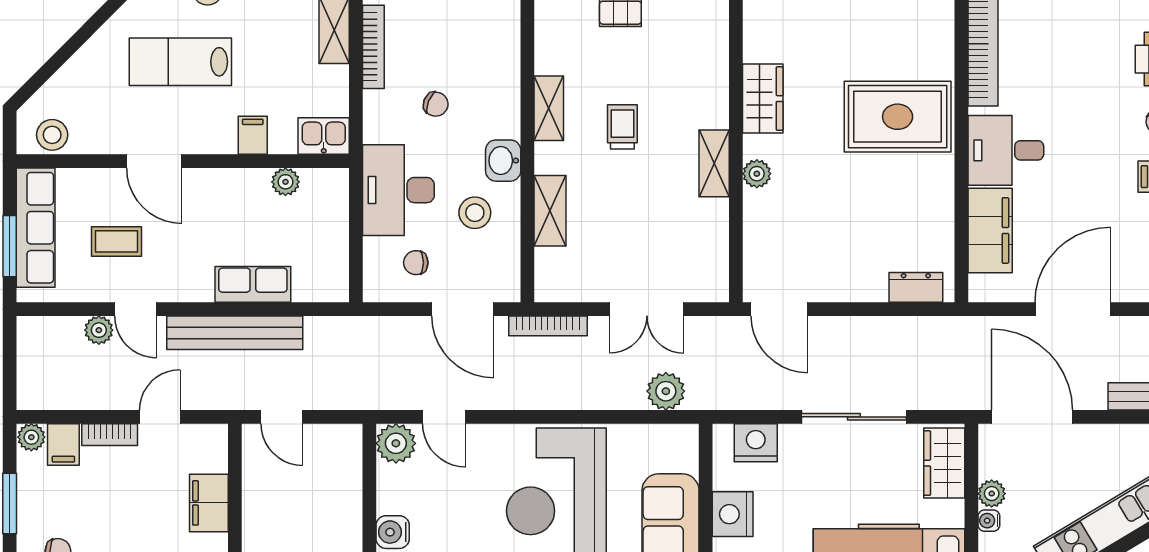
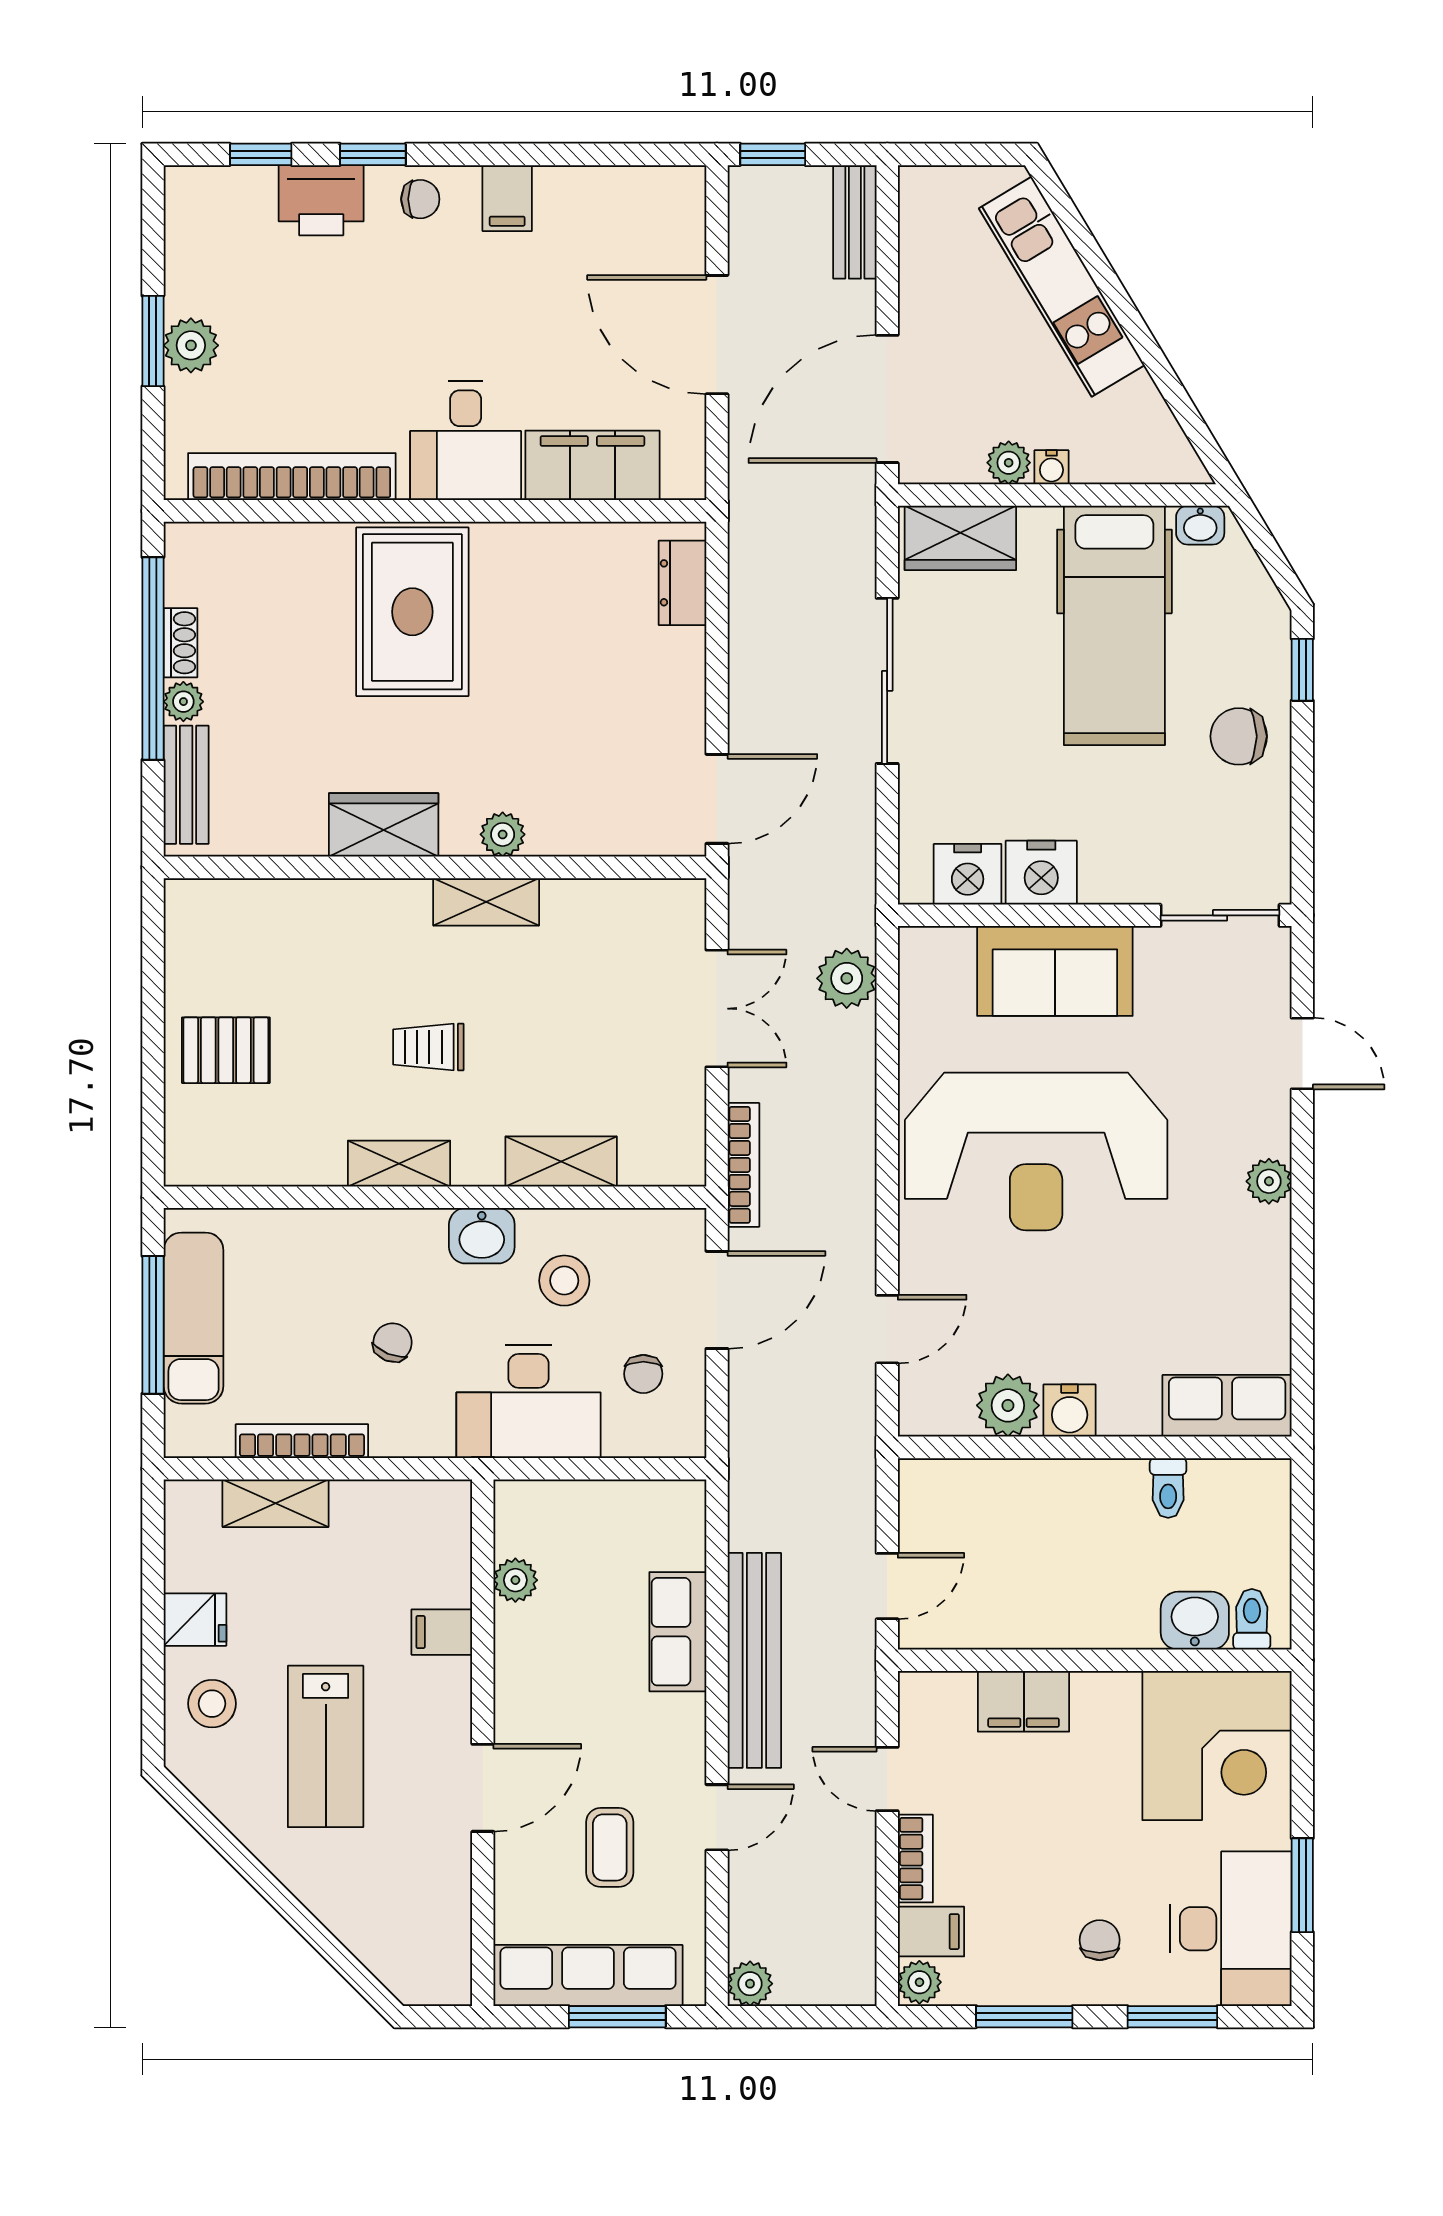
stool: (52, 135) -> (441, 1949), removed
kitchen sink: (324, 136) -> (443, 1520), removed
plant: (99, 330) -> (750, 1984), moved
plant: (396, 443) -> (1008, 1405), moved
nightstand: (756, 443) -> (968, 874), moved, turned -90

